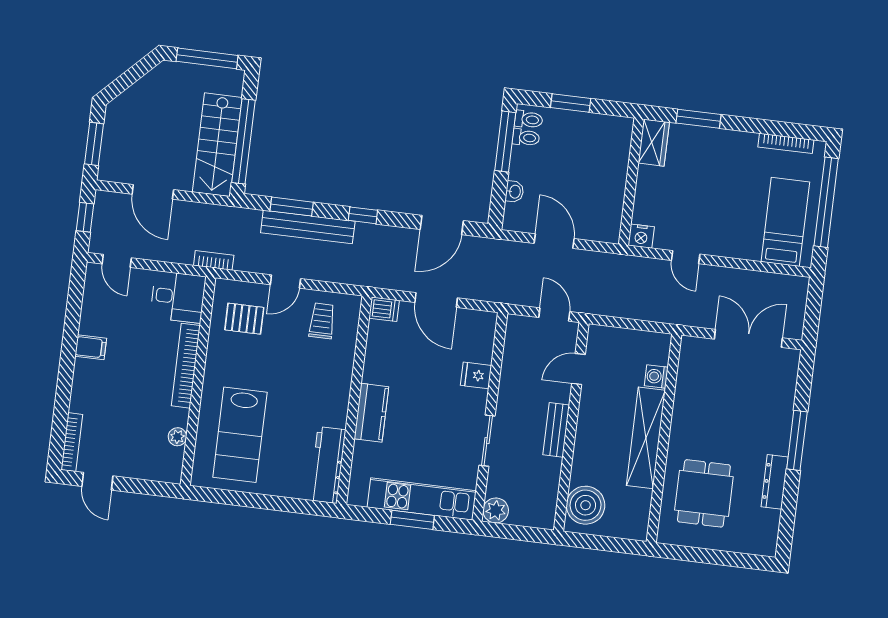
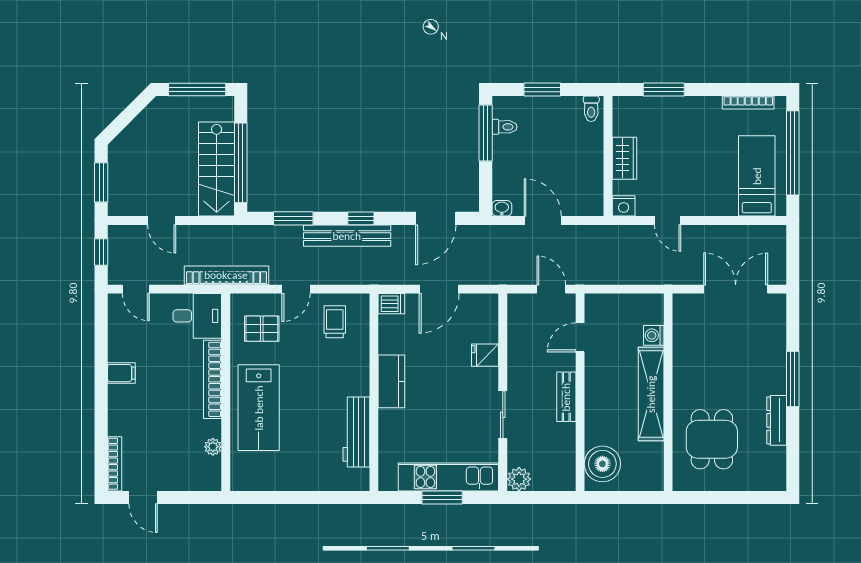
toilet: (529, 119) -> (591, 109), moved, turned 90
wardrobe: (654, 143) -> (625, 158), moved
door: (153, 192) -> (162, 220), width x0.73
washbasin: (514, 192) -> (502, 208), moved, turned -90
bench: (308, 227) -> (347, 236), moved
bookcase: (214, 260) -> (226, 275), width x2.31, depth x1.31
door: (436, 300) -> (439, 289), hinge flipped
kitchen counter: (371, 413) -> (391, 381), moved
lab bench: (240, 435) -> (259, 408), moved
workbench: (327, 465) -> (356, 432), moved

